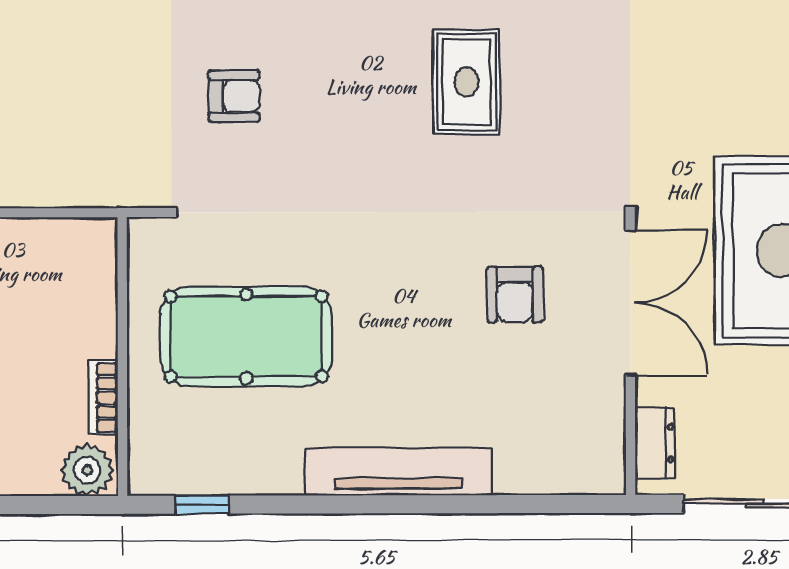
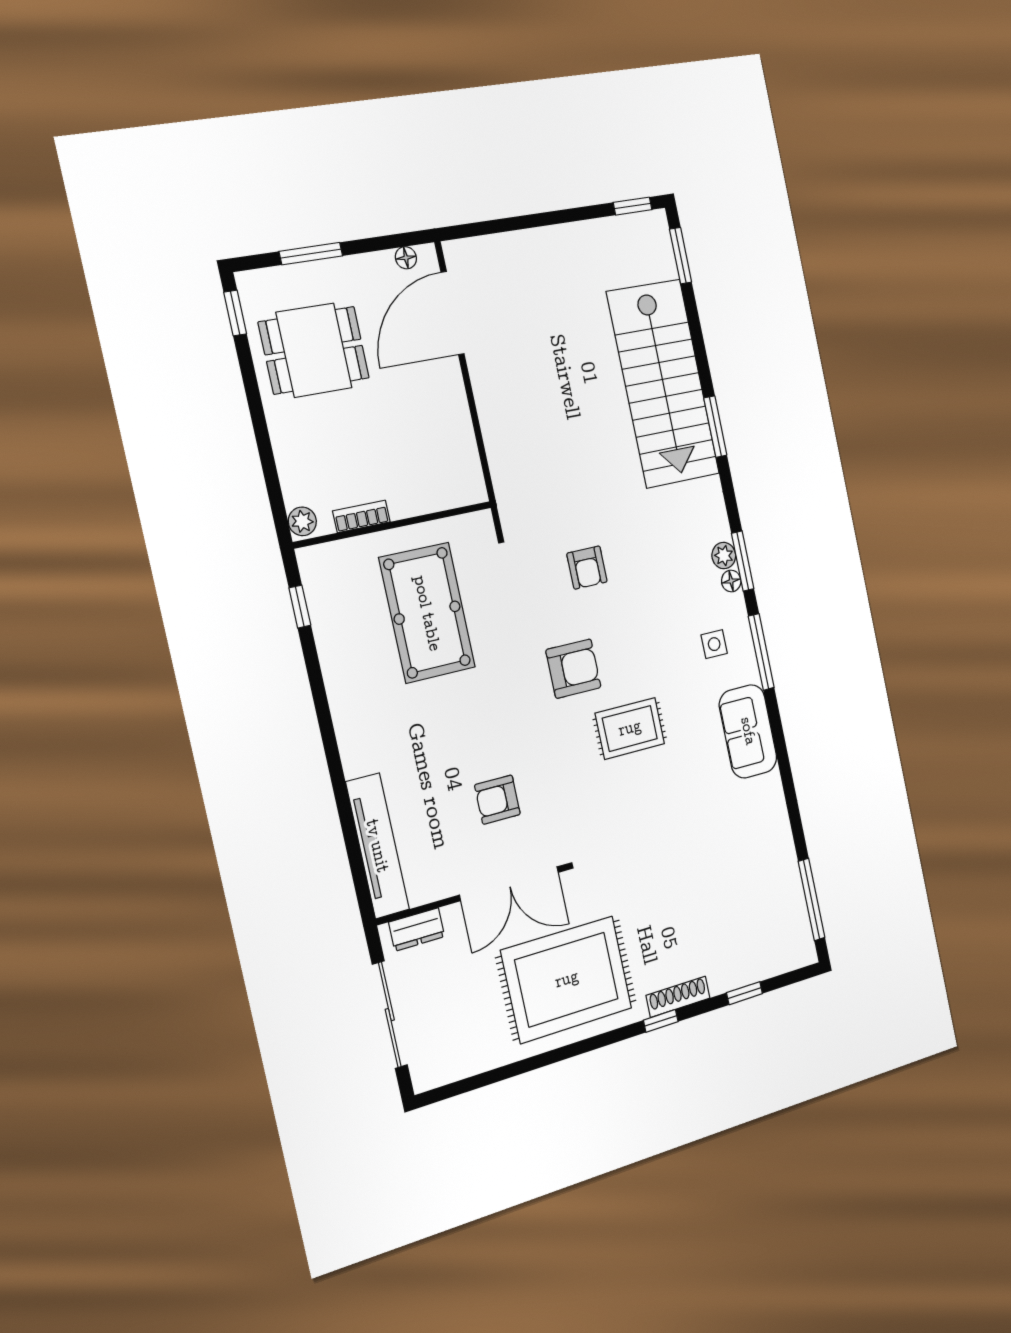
armchair: (366, 147) -> (573, 669), added
plant: (87, 470) -> (302, 521), width x0.73, depth x0.73
tv unit: (398, 471) -> (377, 846), moved

